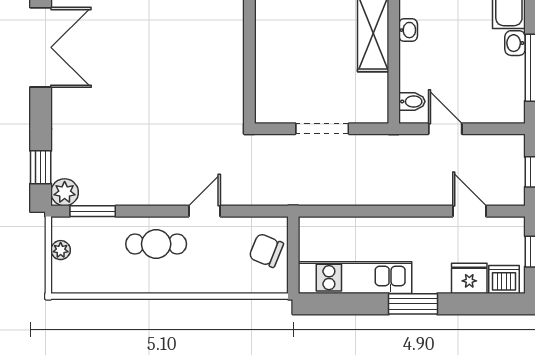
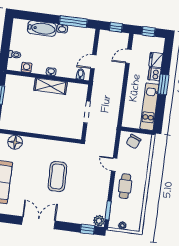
coffee table: (158, 78) -> (57, 176), added
dishwasher: (504, 280) -> (155, 74), moved

